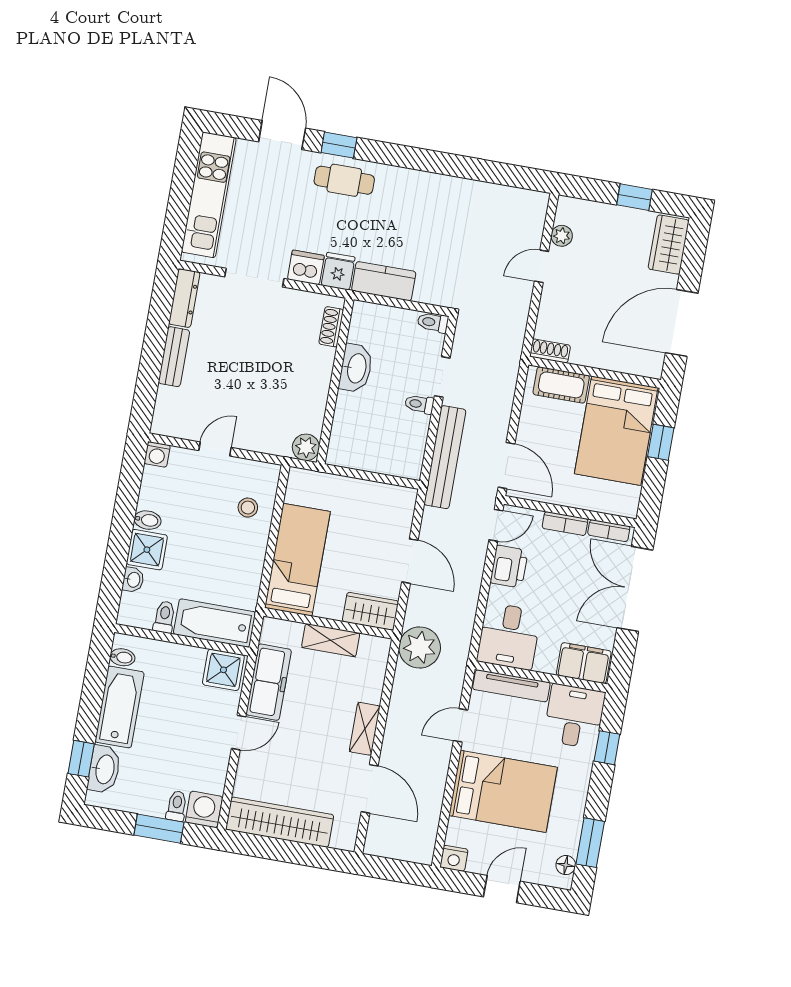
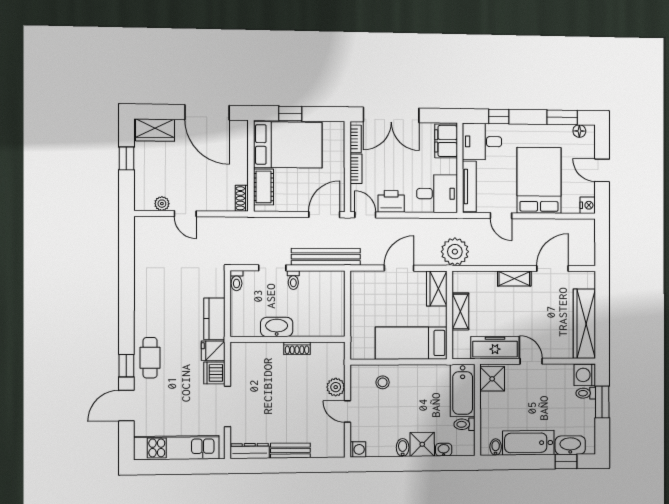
shoe rack: (331, 327) -> (297, 348), moved
plant: (306, 447) -> (336, 387), moved

